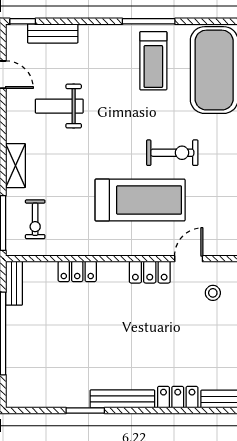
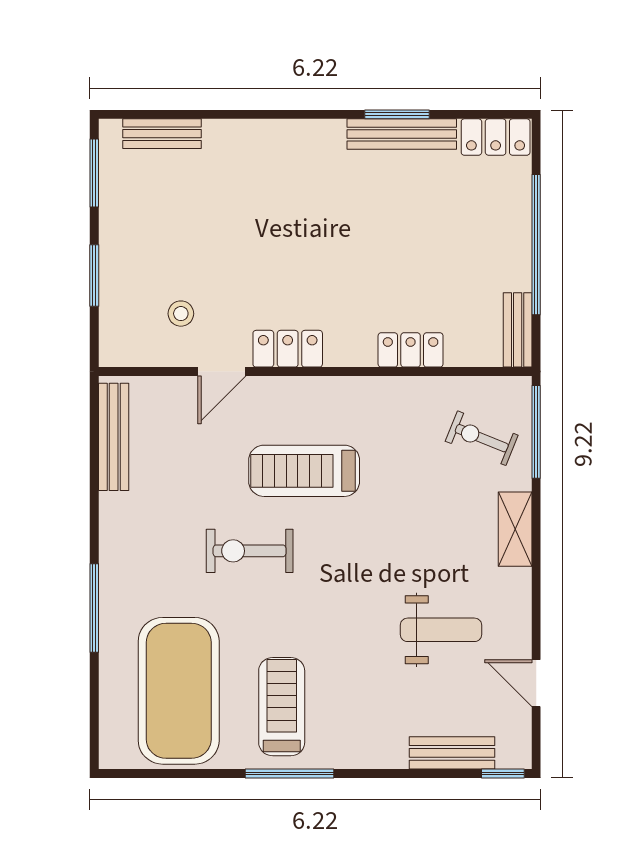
treadmill: (140, 200) -> (304, 471), width x0.73, depth x0.73
exercise bike: (35, 219) -> (482, 438), turned -68
locker: (178, 397) -> (496, 137), moved
bench: (122, 399) -> (402, 134), moved

